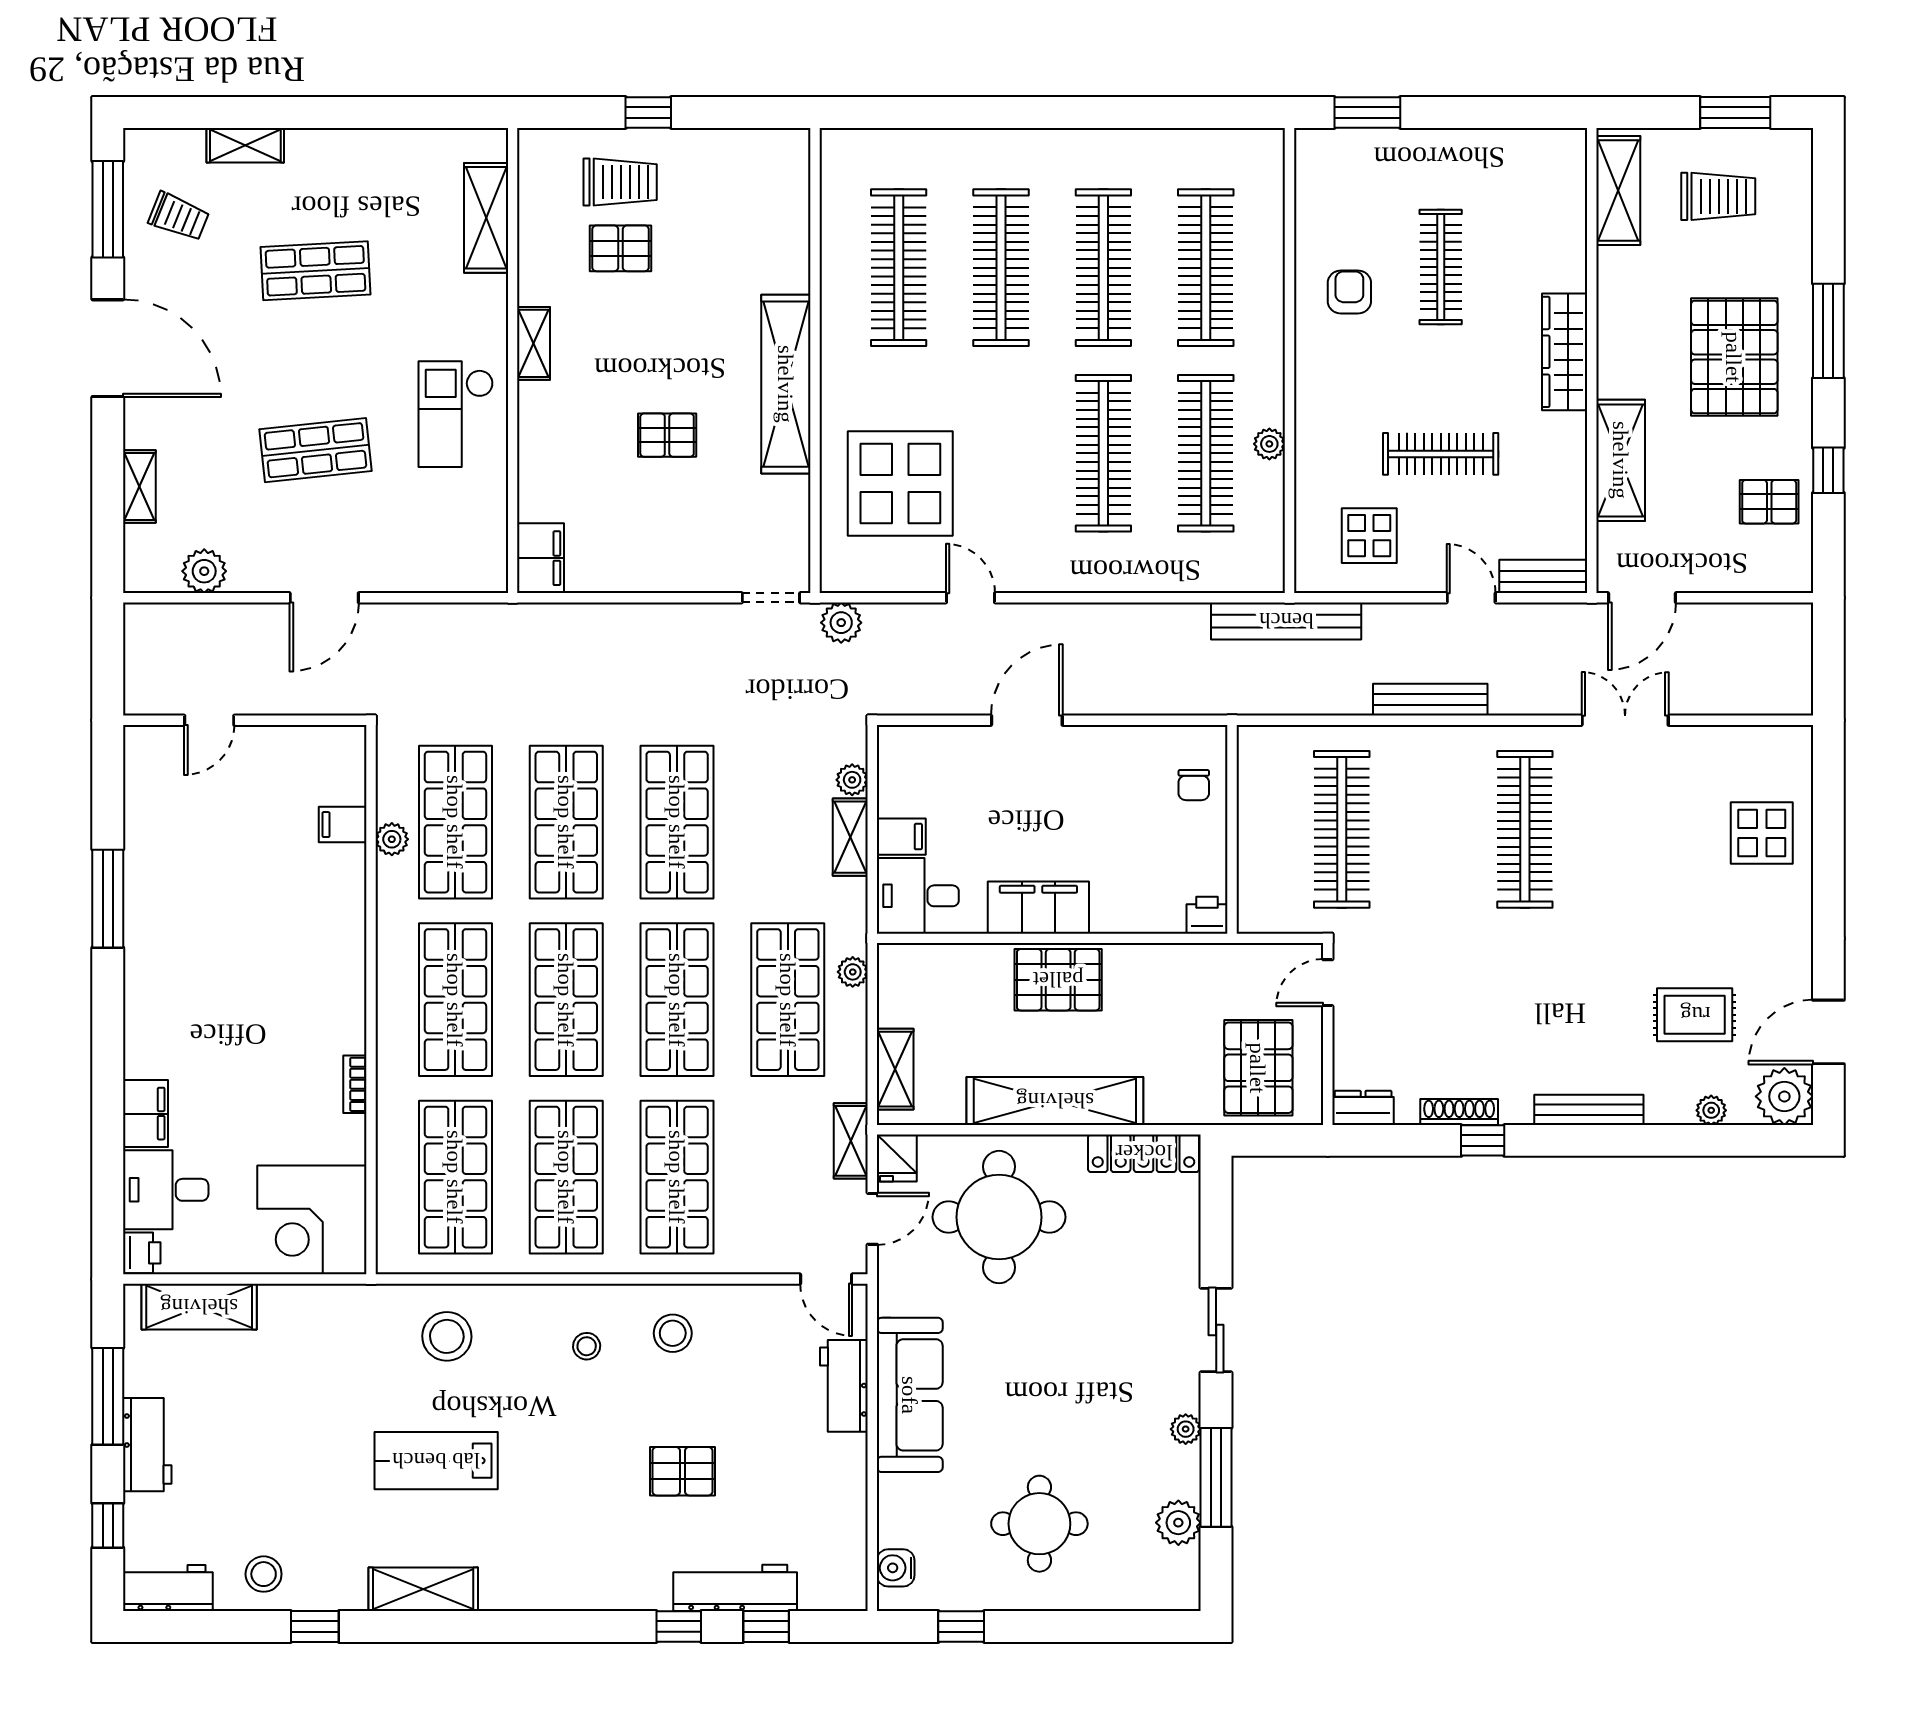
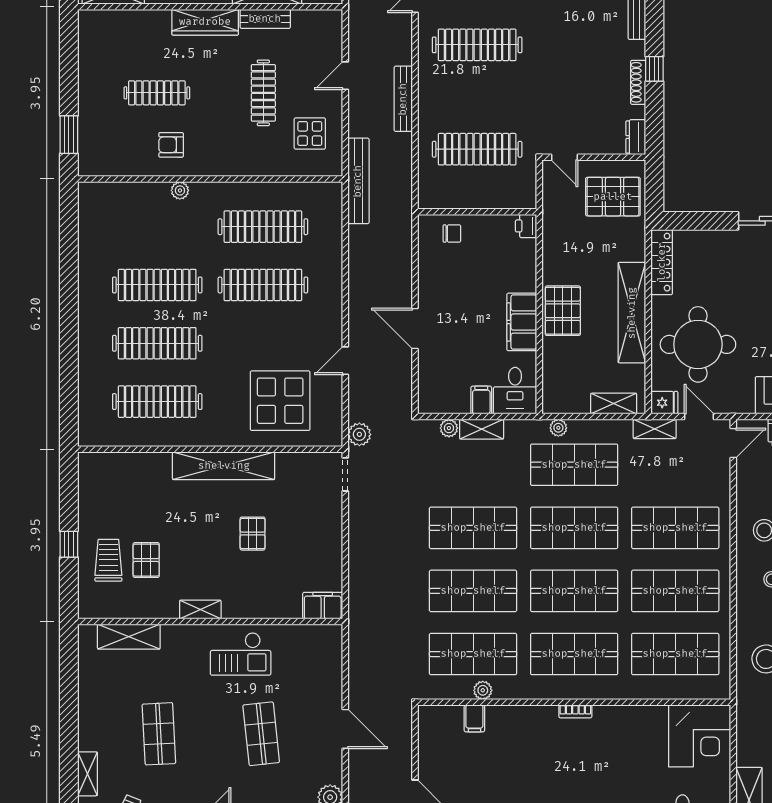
clothes rail: (1206, 268) -> (157, 227), removed
plant: (1269, 444) -> (180, 190), moved
bench: (1543, 576) -> (265, 19), moved, turned 90
bookcase: (355, 1084) -> (575, 711), moved

